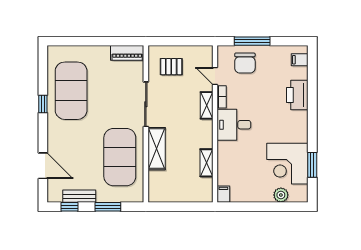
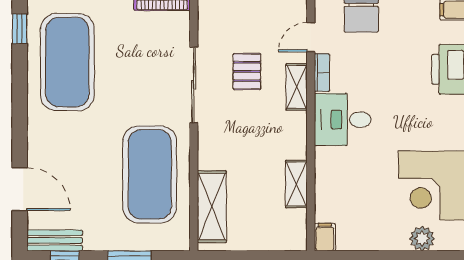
pallet: (171, 67) -> (247, 71), moved, turned 90
door: (215, 76) -> (311, 37), hinge flipped
window: (43, 104) -> (20, 29), moved
shelving: (157, 149) -> (212, 207), moved
bench: (79, 196) -> (55, 240), moved

